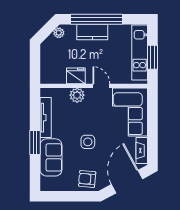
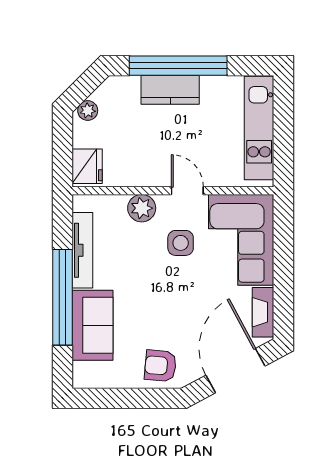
plant: (59, 33) -> (88, 111), moved
window: (153, 57) -> (283, 137), removed
fridge: (76, 76) -> (87, 166), moved, turned 90
side table: (88, 142) -> (181, 243), moved
window: (35, 143) -> (62, 297), width x2.11

